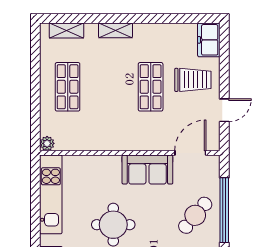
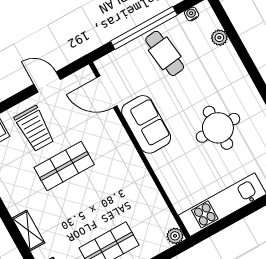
trolley: (193, 80) -> (35, 129), turned 180
cafe table: (195, 215) -> (165, 53), turned 43

